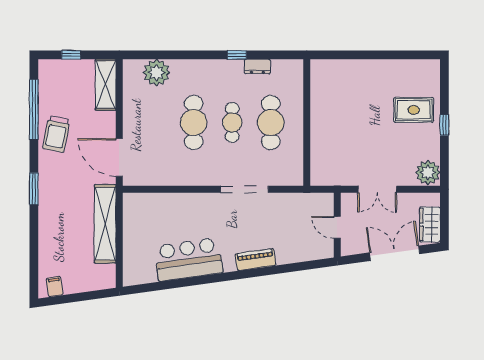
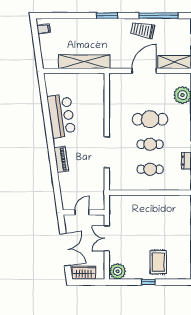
cafe table: (271, 122) -> (150, 169), width x0.73, depth x0.74
door: (119, 157) -> (144, 71), moved

